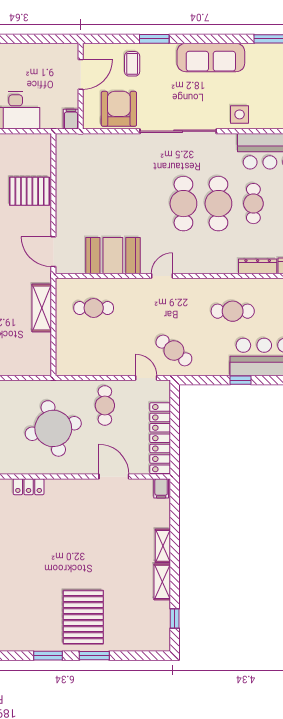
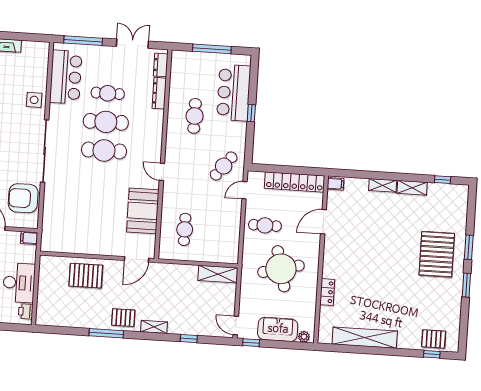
pallet: (30, 191) -> (86, 276), turned 90
shelving: (42, 308) -> (218, 274), moved
pallet: (83, 617) -> (437, 254), turned 90

